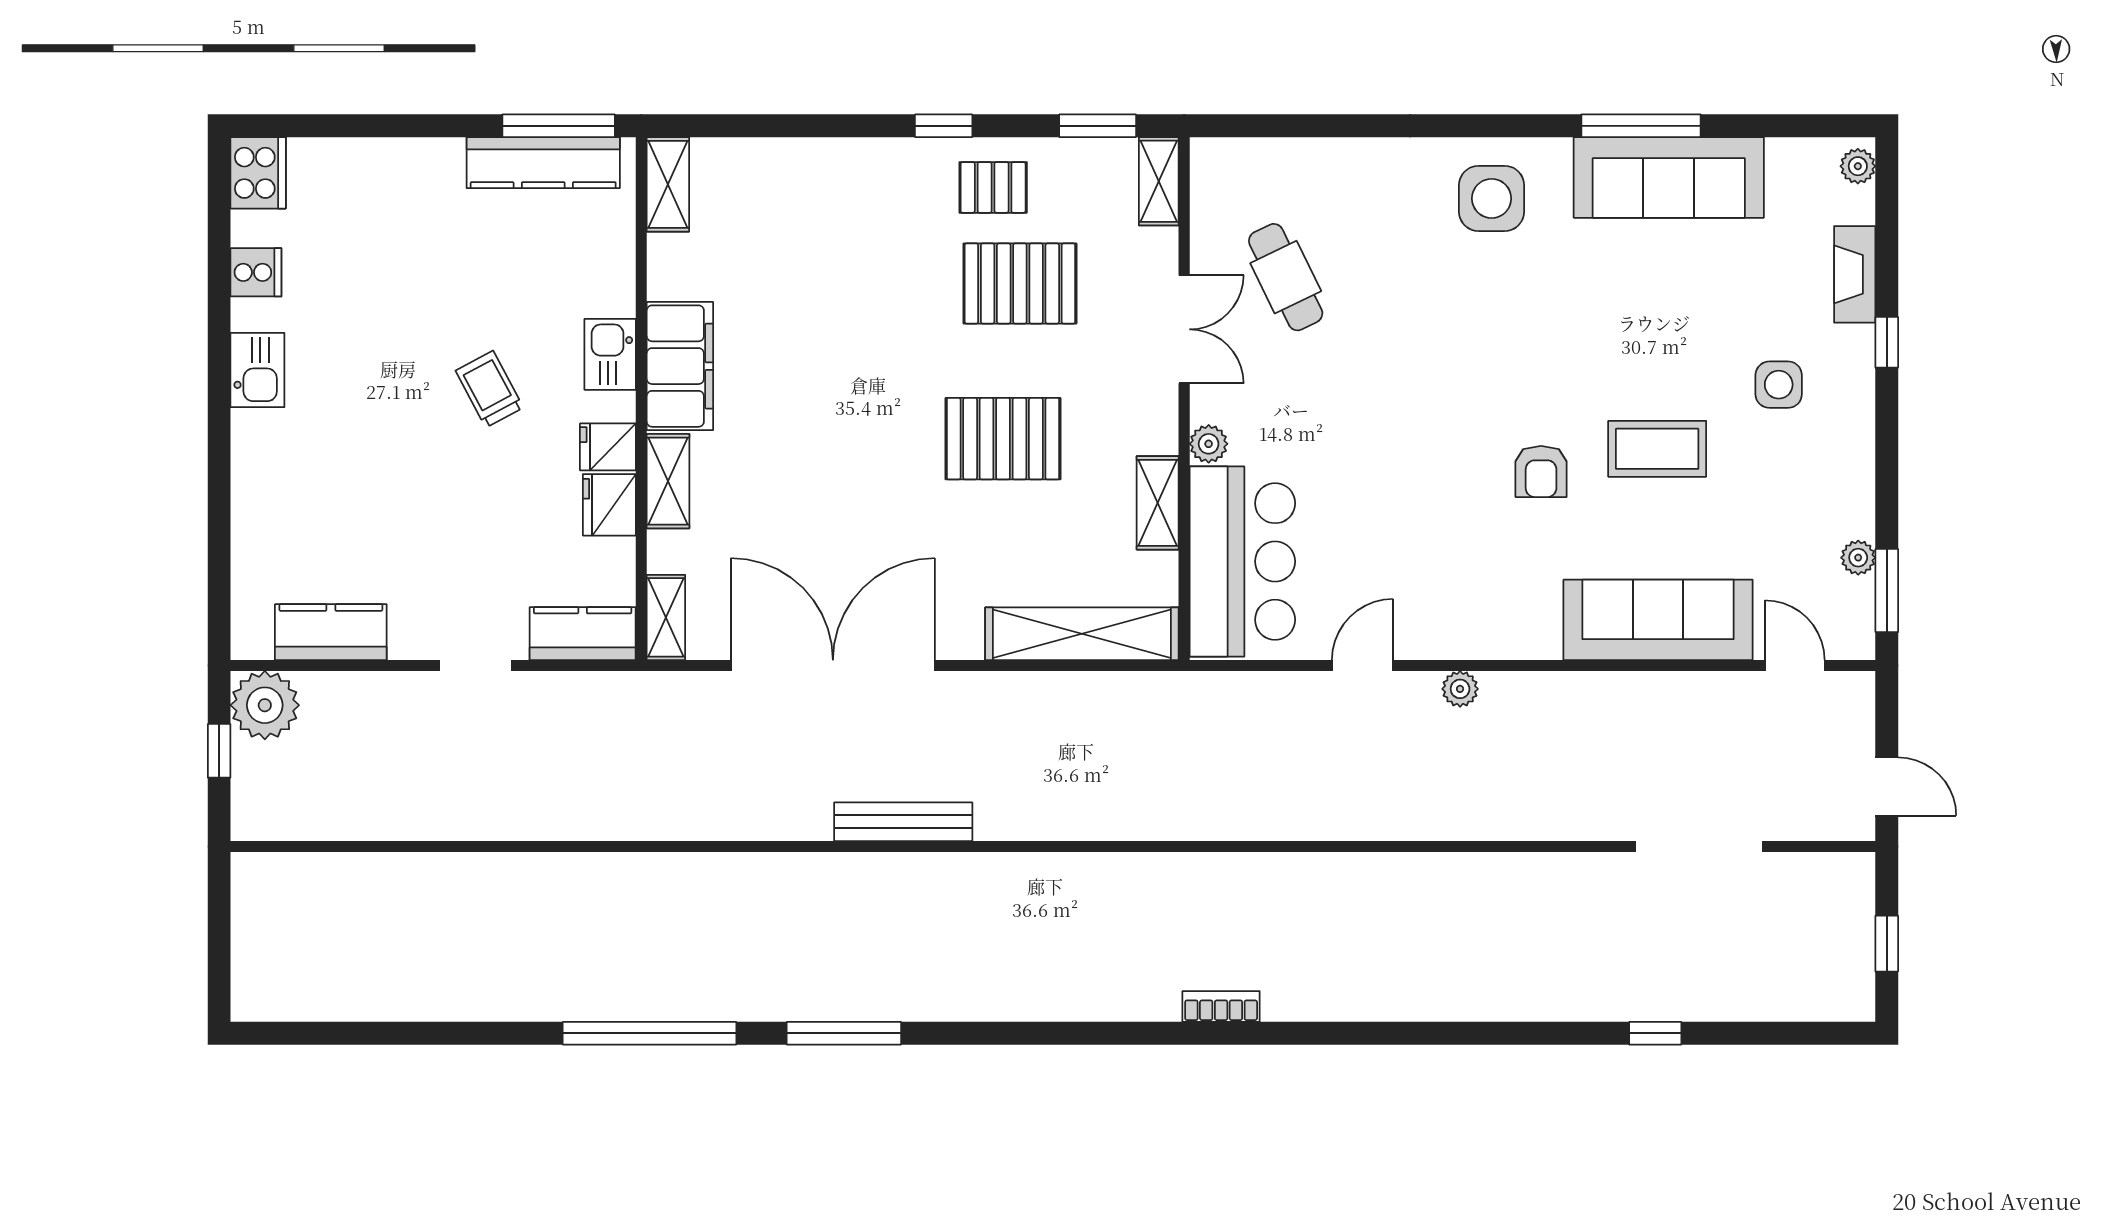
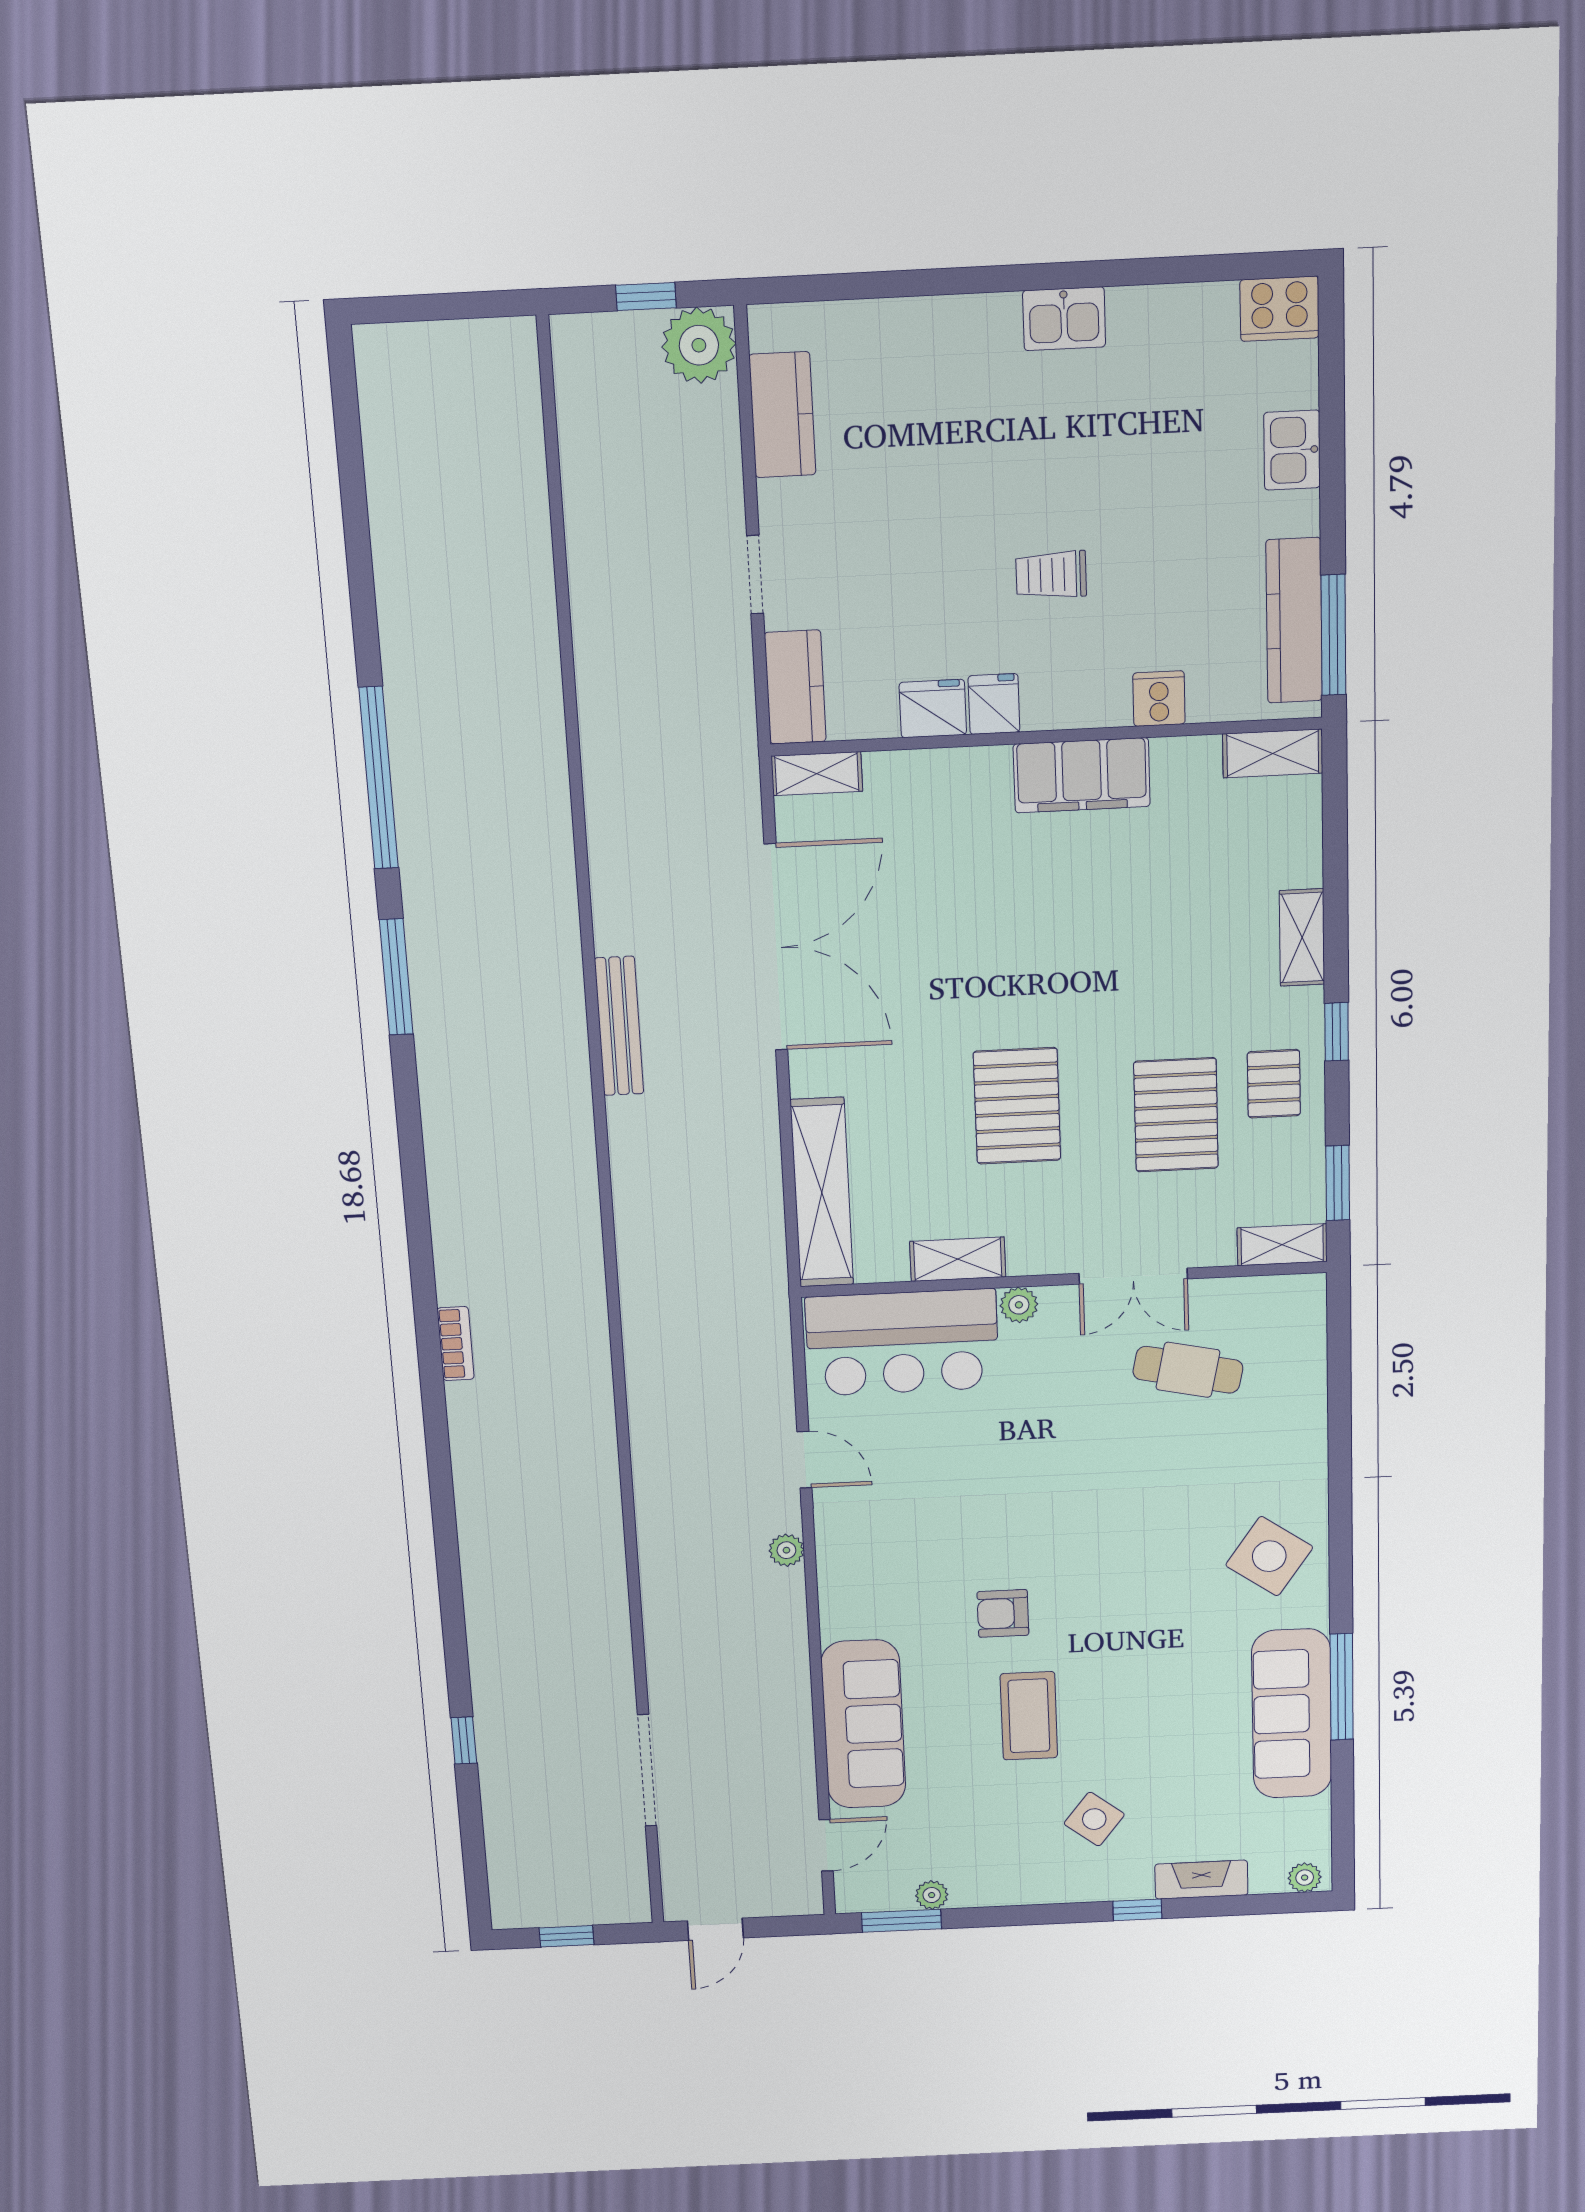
side table: (1492, 198) -> (1269, 1556), turned 35
cooker: (256, 272) -> (1159, 699), moved, turned 180
cafe table: (1286, 277) -> (1188, 1370), turned 38
kitchen sink: (610, 354) -> (1292, 450), moved, turned -90
side table: (1779, 385) -> (1094, 1819), turned 38
trolley: (489, 389) -> (1051, 575), turned -152
shelving: (668, 481) -> (1302, 937), moved, turned 90

